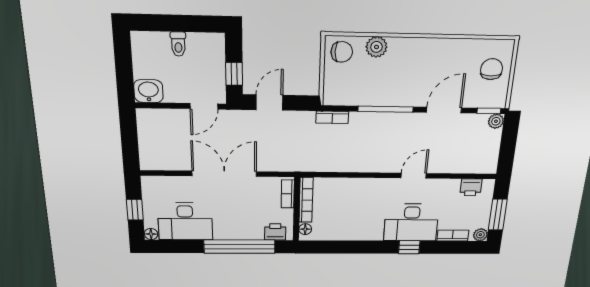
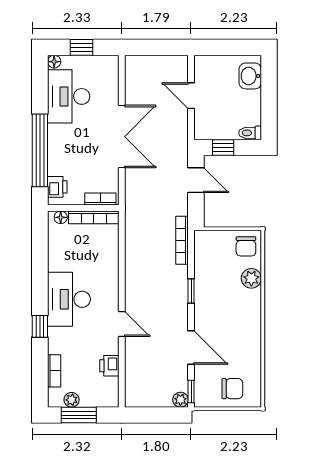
toilet: (178, 44) -> (250, 133), moved
washbasin: (148, 91) -> (250, 76), moved, turned 180
door: (204, 106) -> (191, 96), moved
window: (385, 109) -> (191, 291), width x0.46
bookcase: (332, 117) -> (182, 240), width x1.56
printer: (471, 187) -> (109, 366), moved
desk: (411, 223) -> (69, 299), moved
plant: (480, 235) -> (72, 400), moved

